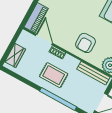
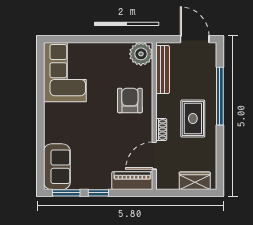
armchair: (85, 43) -> (130, 100), turned -90

